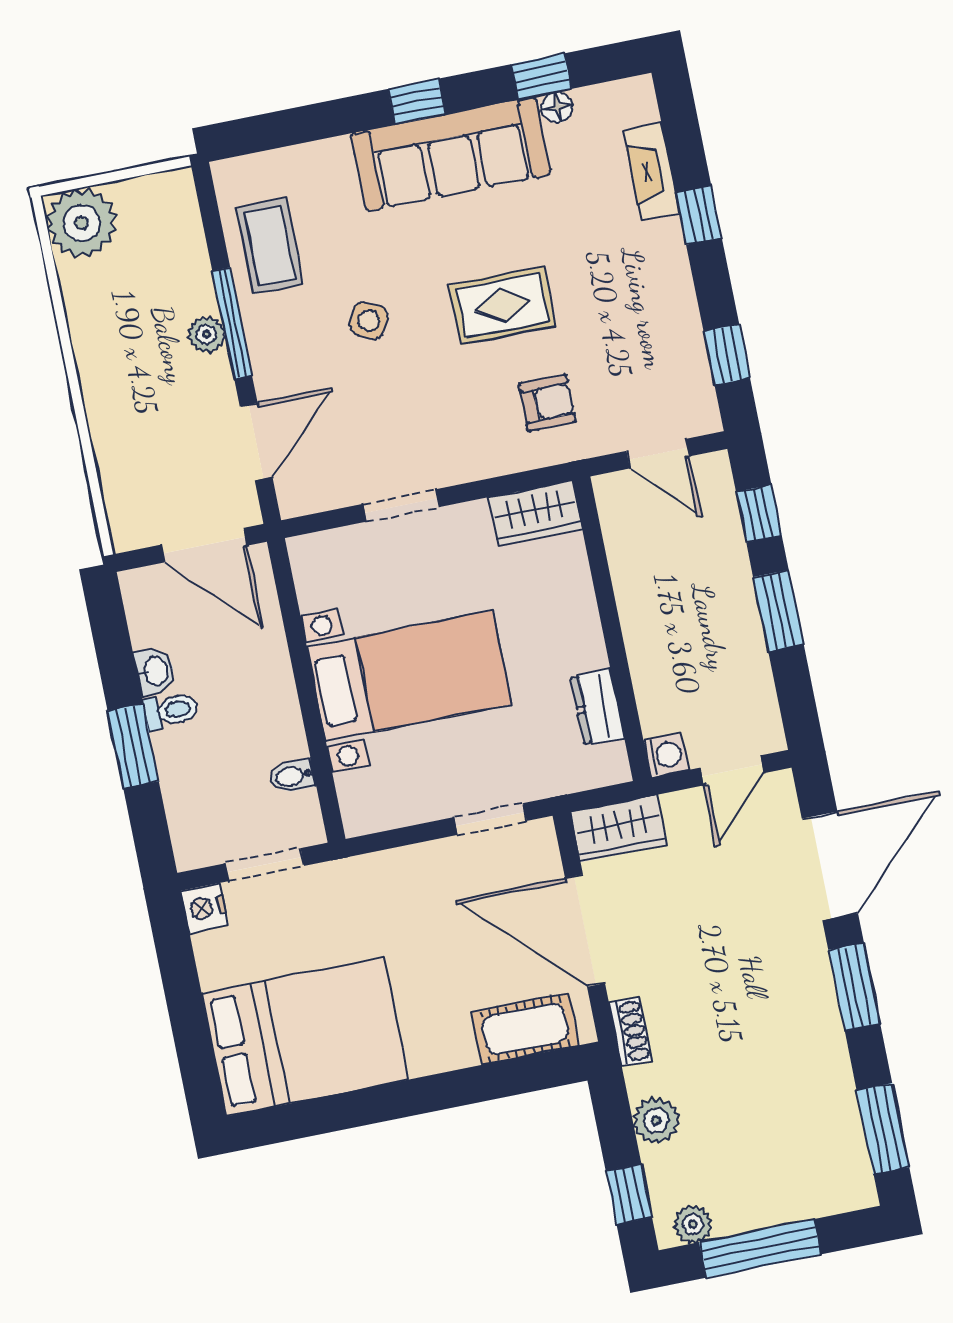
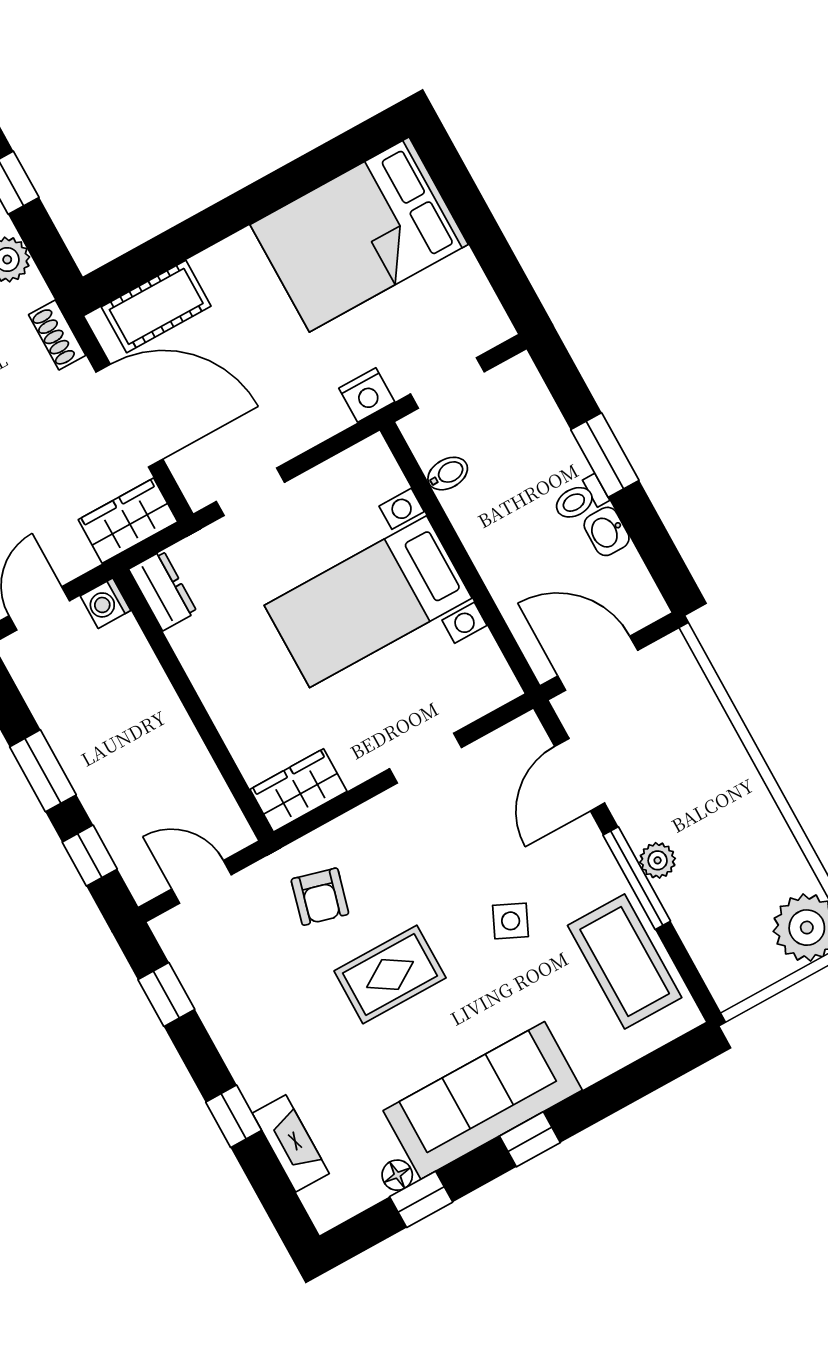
coffee table: (270, 246) -> (625, 961), width x1.36, depth x1.32
armchair: (547, 403) -> (320, 897), turned -75
dresser: (597, 707) -> (163, 591), moved
nightstand: (205, 908) -> (367, 395), moved, turned 90

